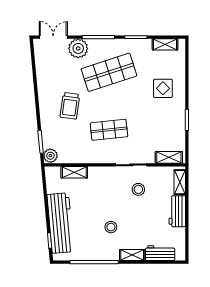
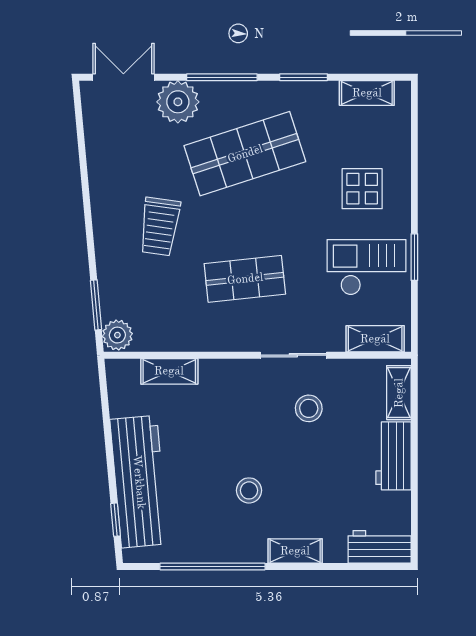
checkout: (165, 124) -> (366, 267), added
workbench: (160, 253) -> (380, 547), moved

